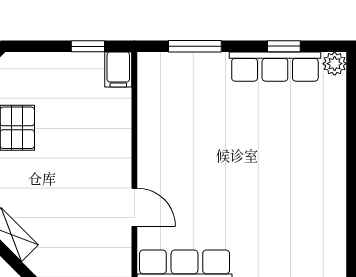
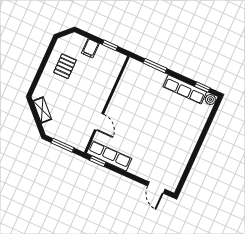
window: (284, 46) -> (202, 87), moved
filing cabinet: (118, 69) -> (90, 48), moved

